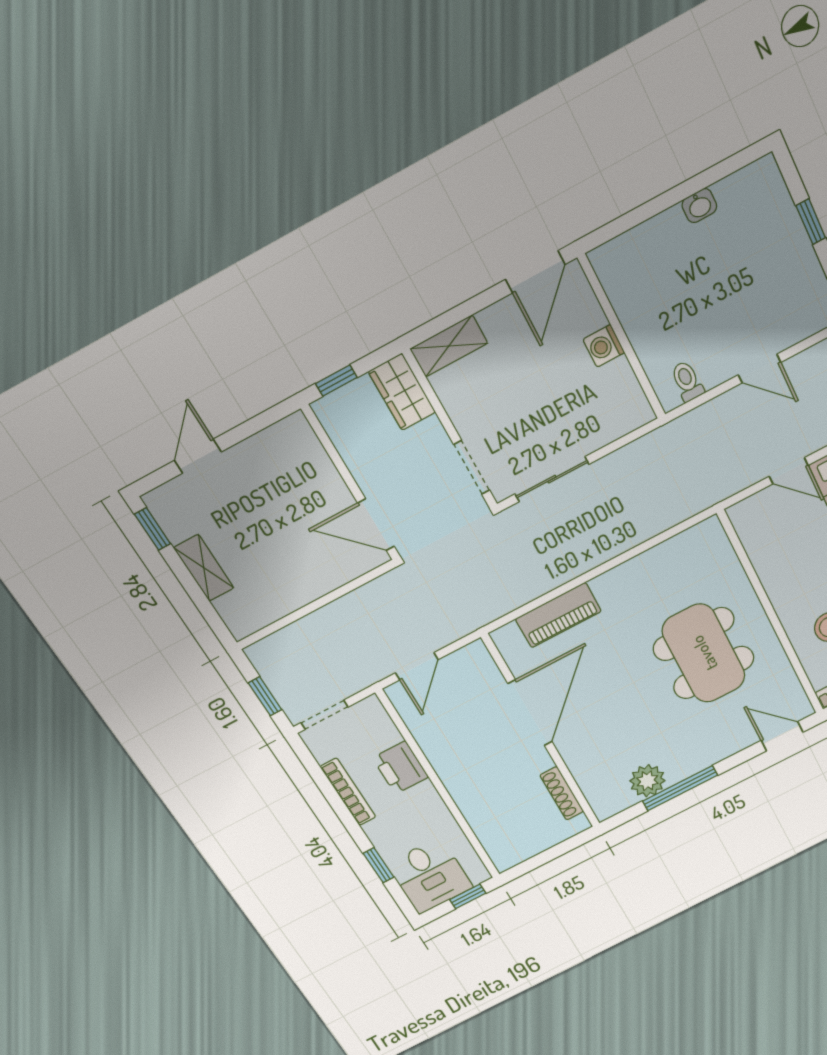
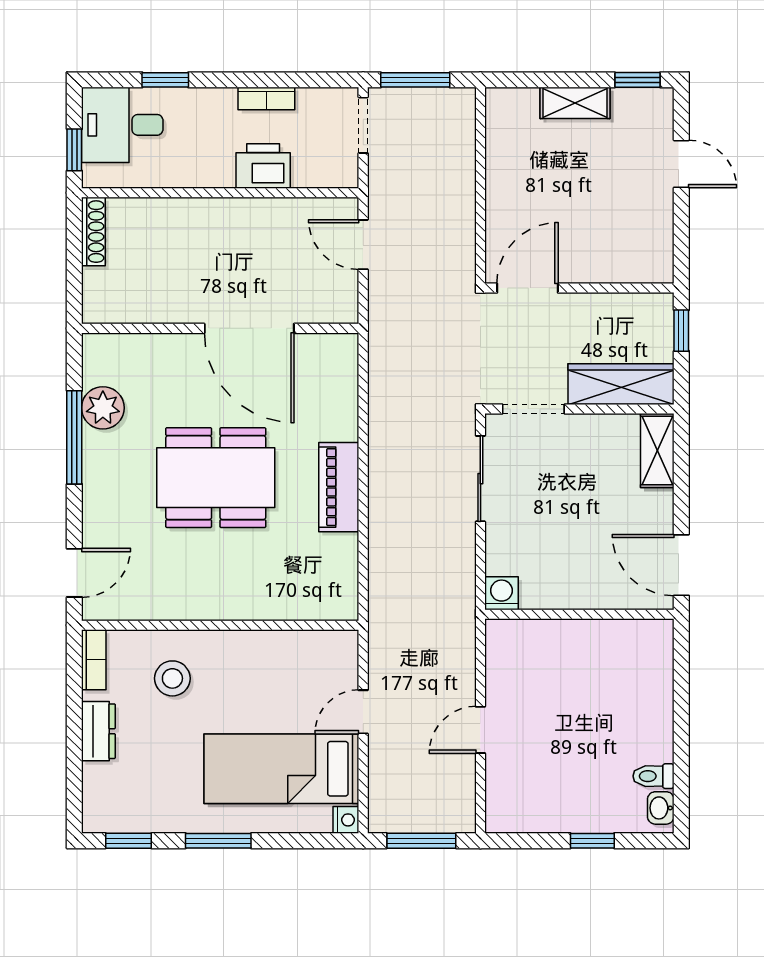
washbasin: (699, 206) -> (661, 808), moved
washing machine: (604, 346) -> (501, 593), moved
toilet: (687, 381) -> (654, 776), moved, turned 180
wardrobe: (402, 392) -> (621, 384), width x1.50
piano: (558, 615) -> (339, 487), moved
dining table: (704, 653) -> (216, 478), moved
window: (265, 696) -> (415, 80), width x1.50
bookcase: (348, 792) -> (266, 98), width x0.64
shoe rack: (562, 793) -> (93, 232), moved, turned 90

